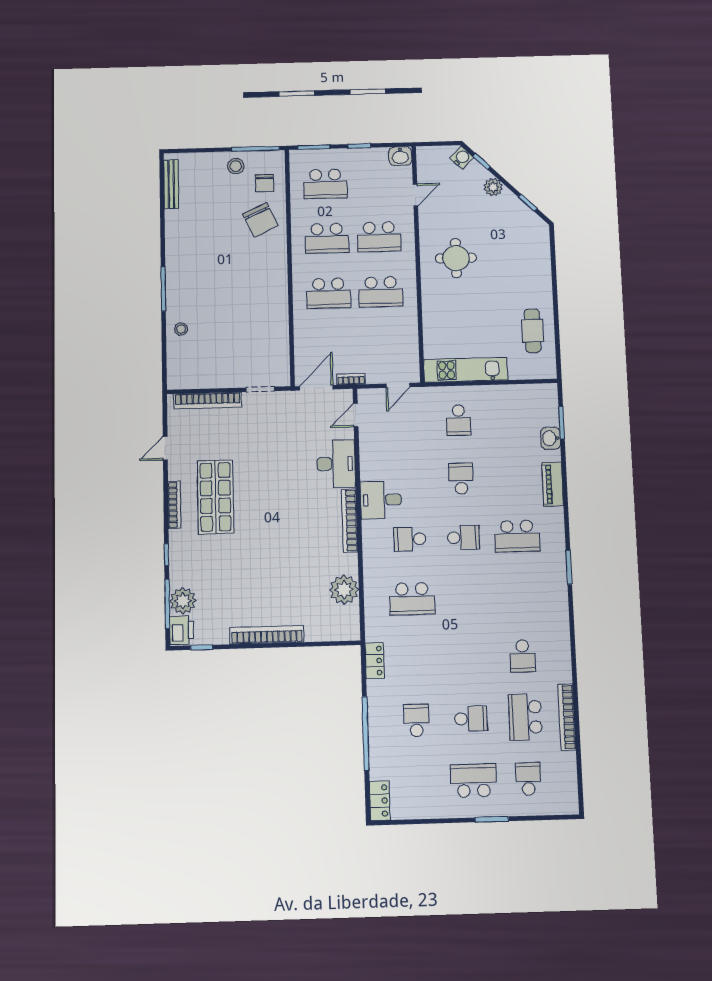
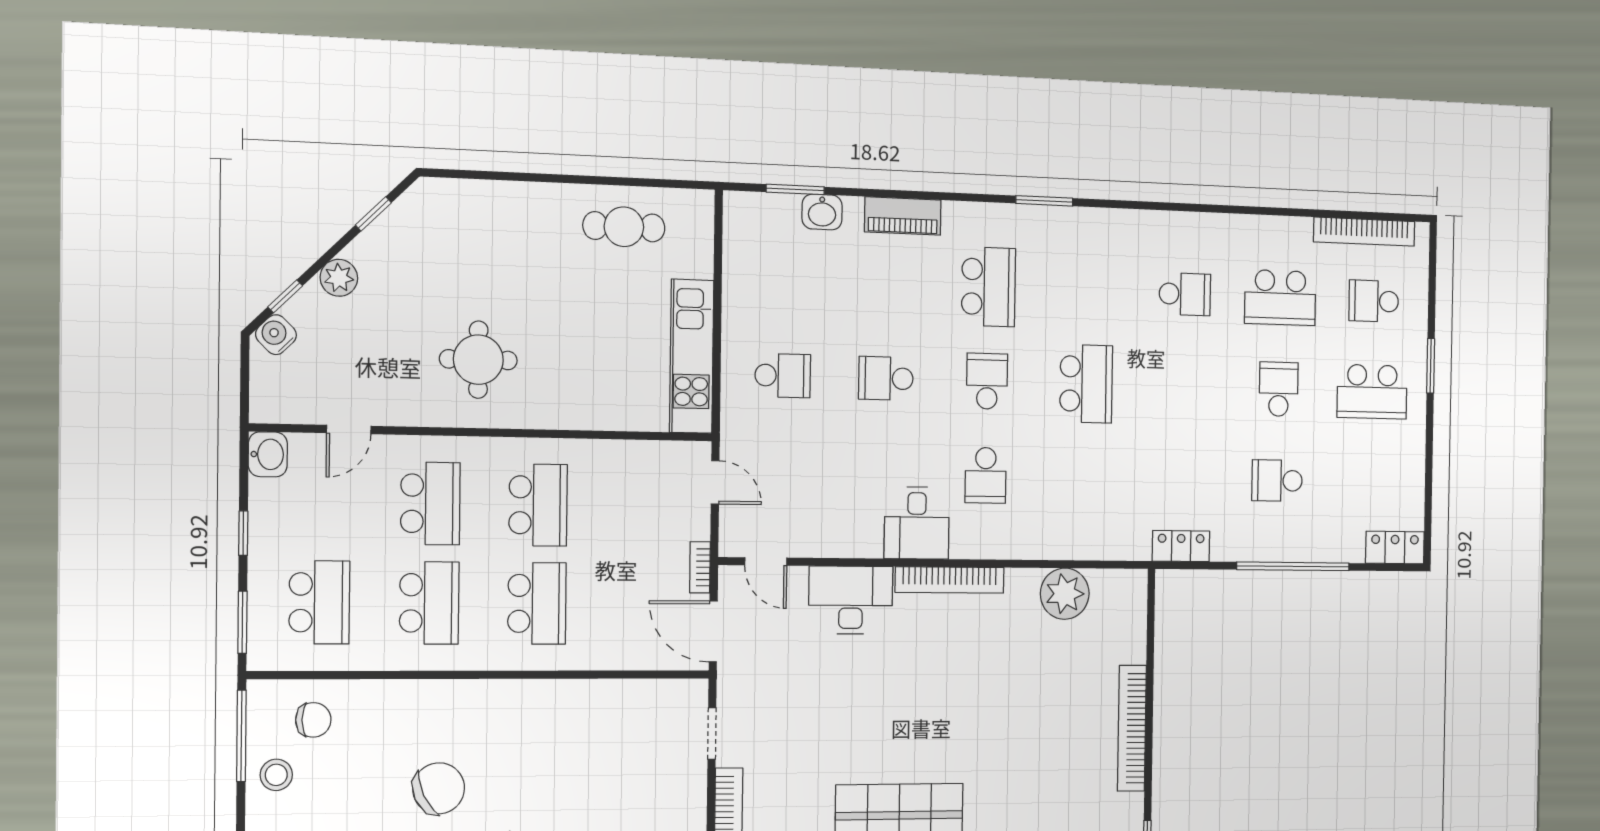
door: (415, 195) -> (349, 430), swing flipped
chair: (260, 220) -> (439, 788), moved
school desk: (412, 599) -> (1086, 384), moved
bookcase: (567, 717) -> (1364, 232), moved
school desk: (473, 780) -> (1372, 392), turned -90

